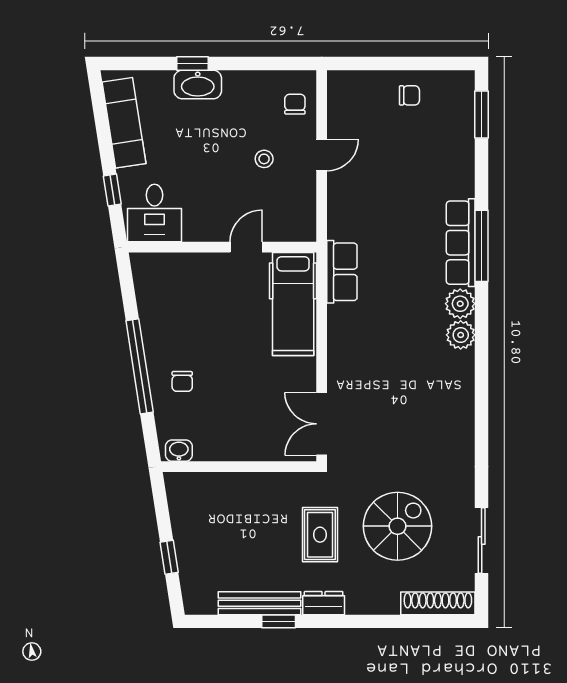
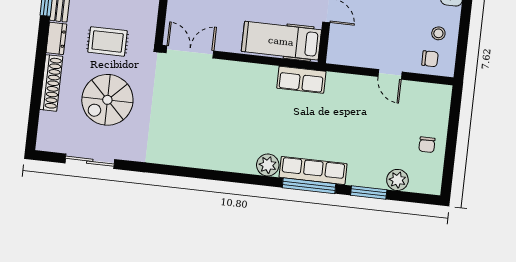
window: (482, 115) -> (369, 192), moved
stool: (264, 159) -> (438, 33), moved
plant: (461, 335) -> (397, 180), moved
spiral stairs: (398, 526) -> (107, 100), turned 90
shoe rack: (438, 603) -> (51, 83), moved

